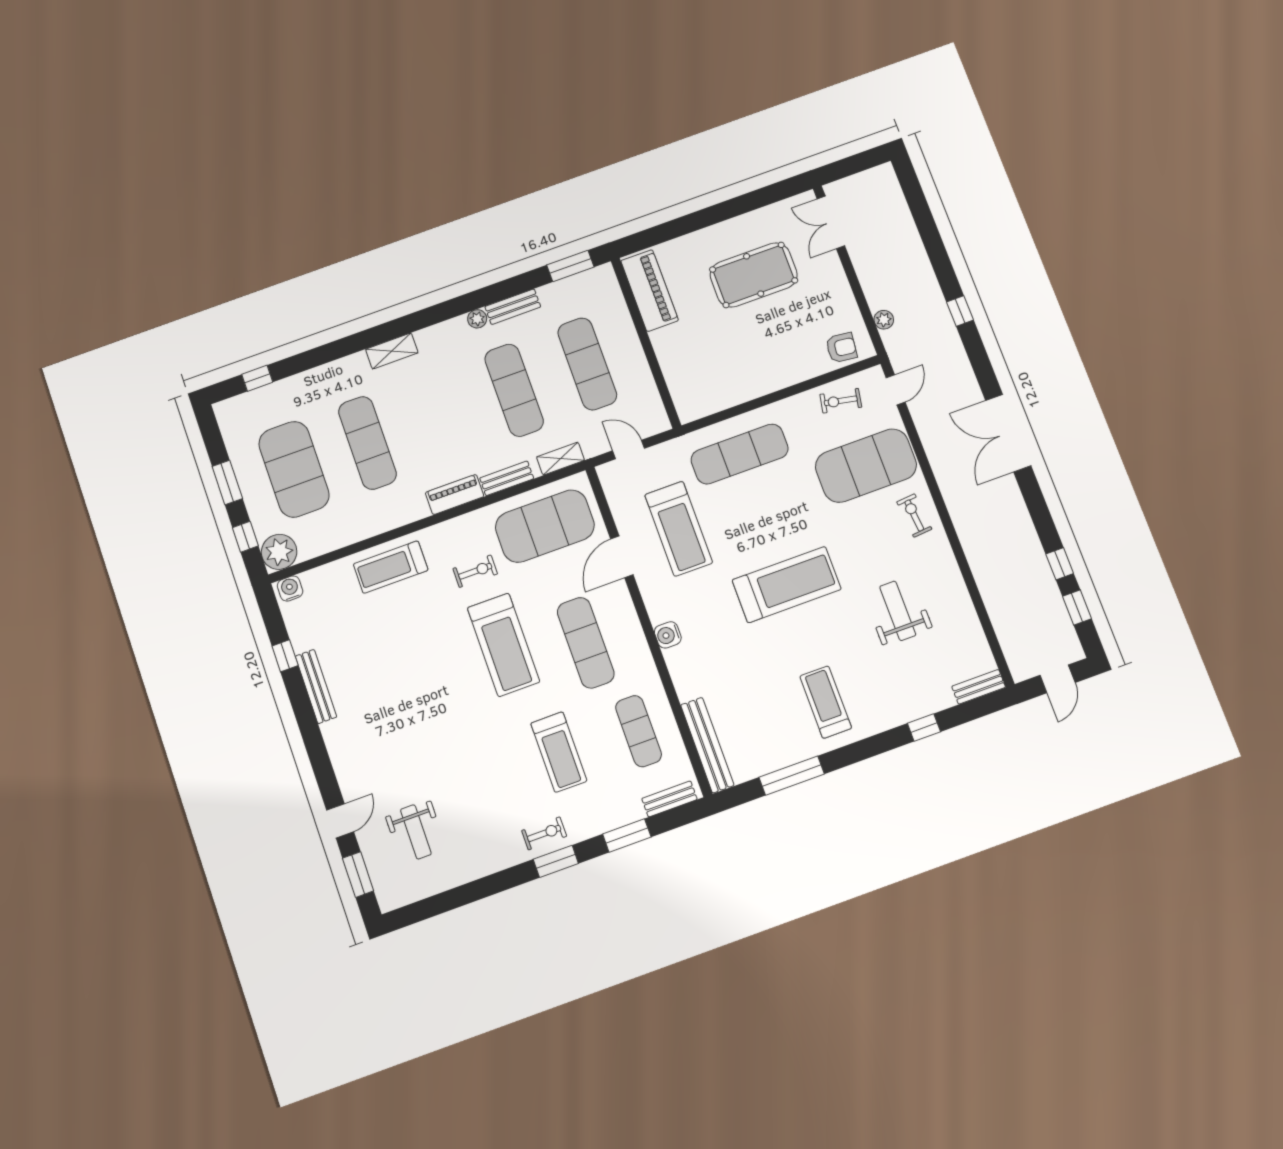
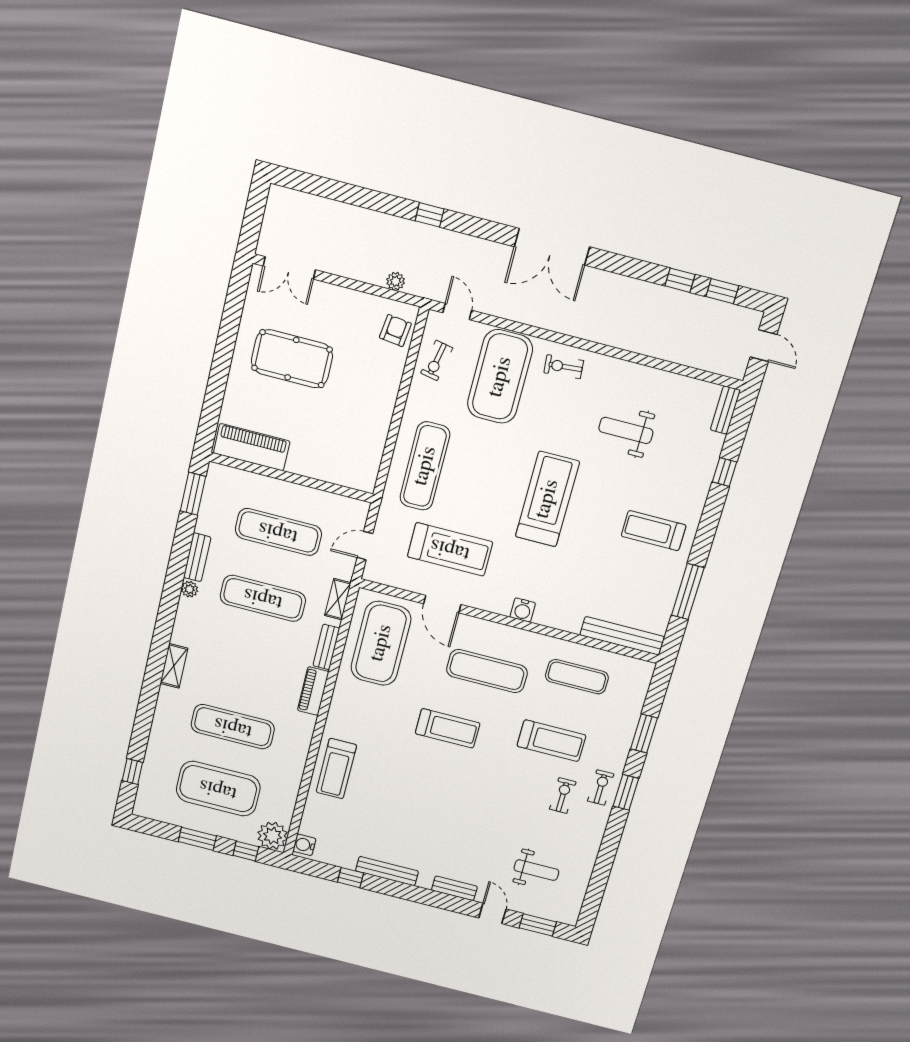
pool table: (754, 275) -> (292, 359), turned 90
exercise bike: (475, 571) -> (563, 796), moved
treadmill: (504, 645) -> (448, 728), width x0.73, depth x0.73
bench: (669, 799) -> (454, 888), moved, turned 90

